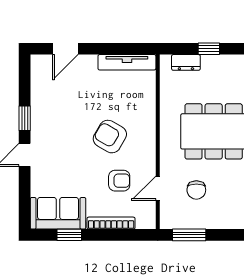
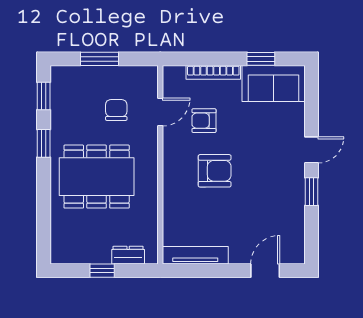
armchair: (110, 137) -> (215, 171), turned -30
window: (189, 235) -> (99, 59), moved

